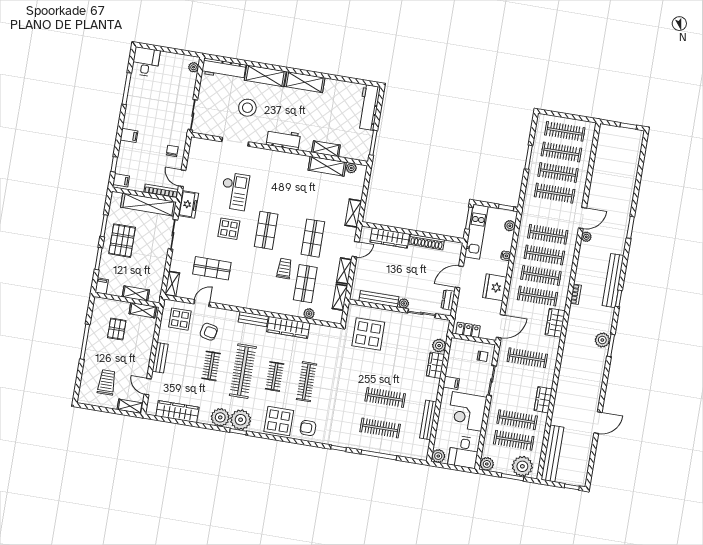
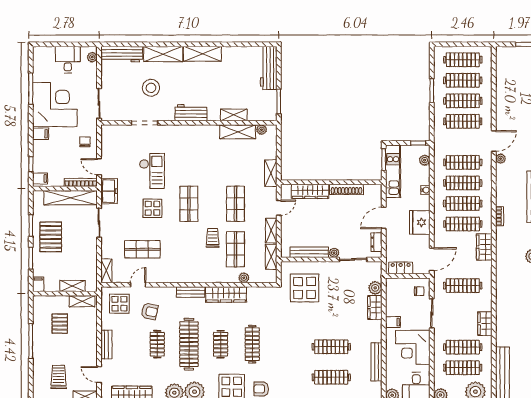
desk: (146, 62) -> (68, 60), moved
corner desk: (148, 109) -> (55, 105), added

